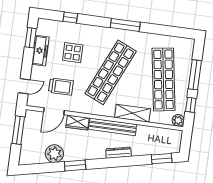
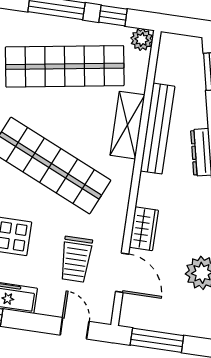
trolley: (61, 87) -> (76, 259), turned 180
bench: (113, 127) -> (158, 129), moved

